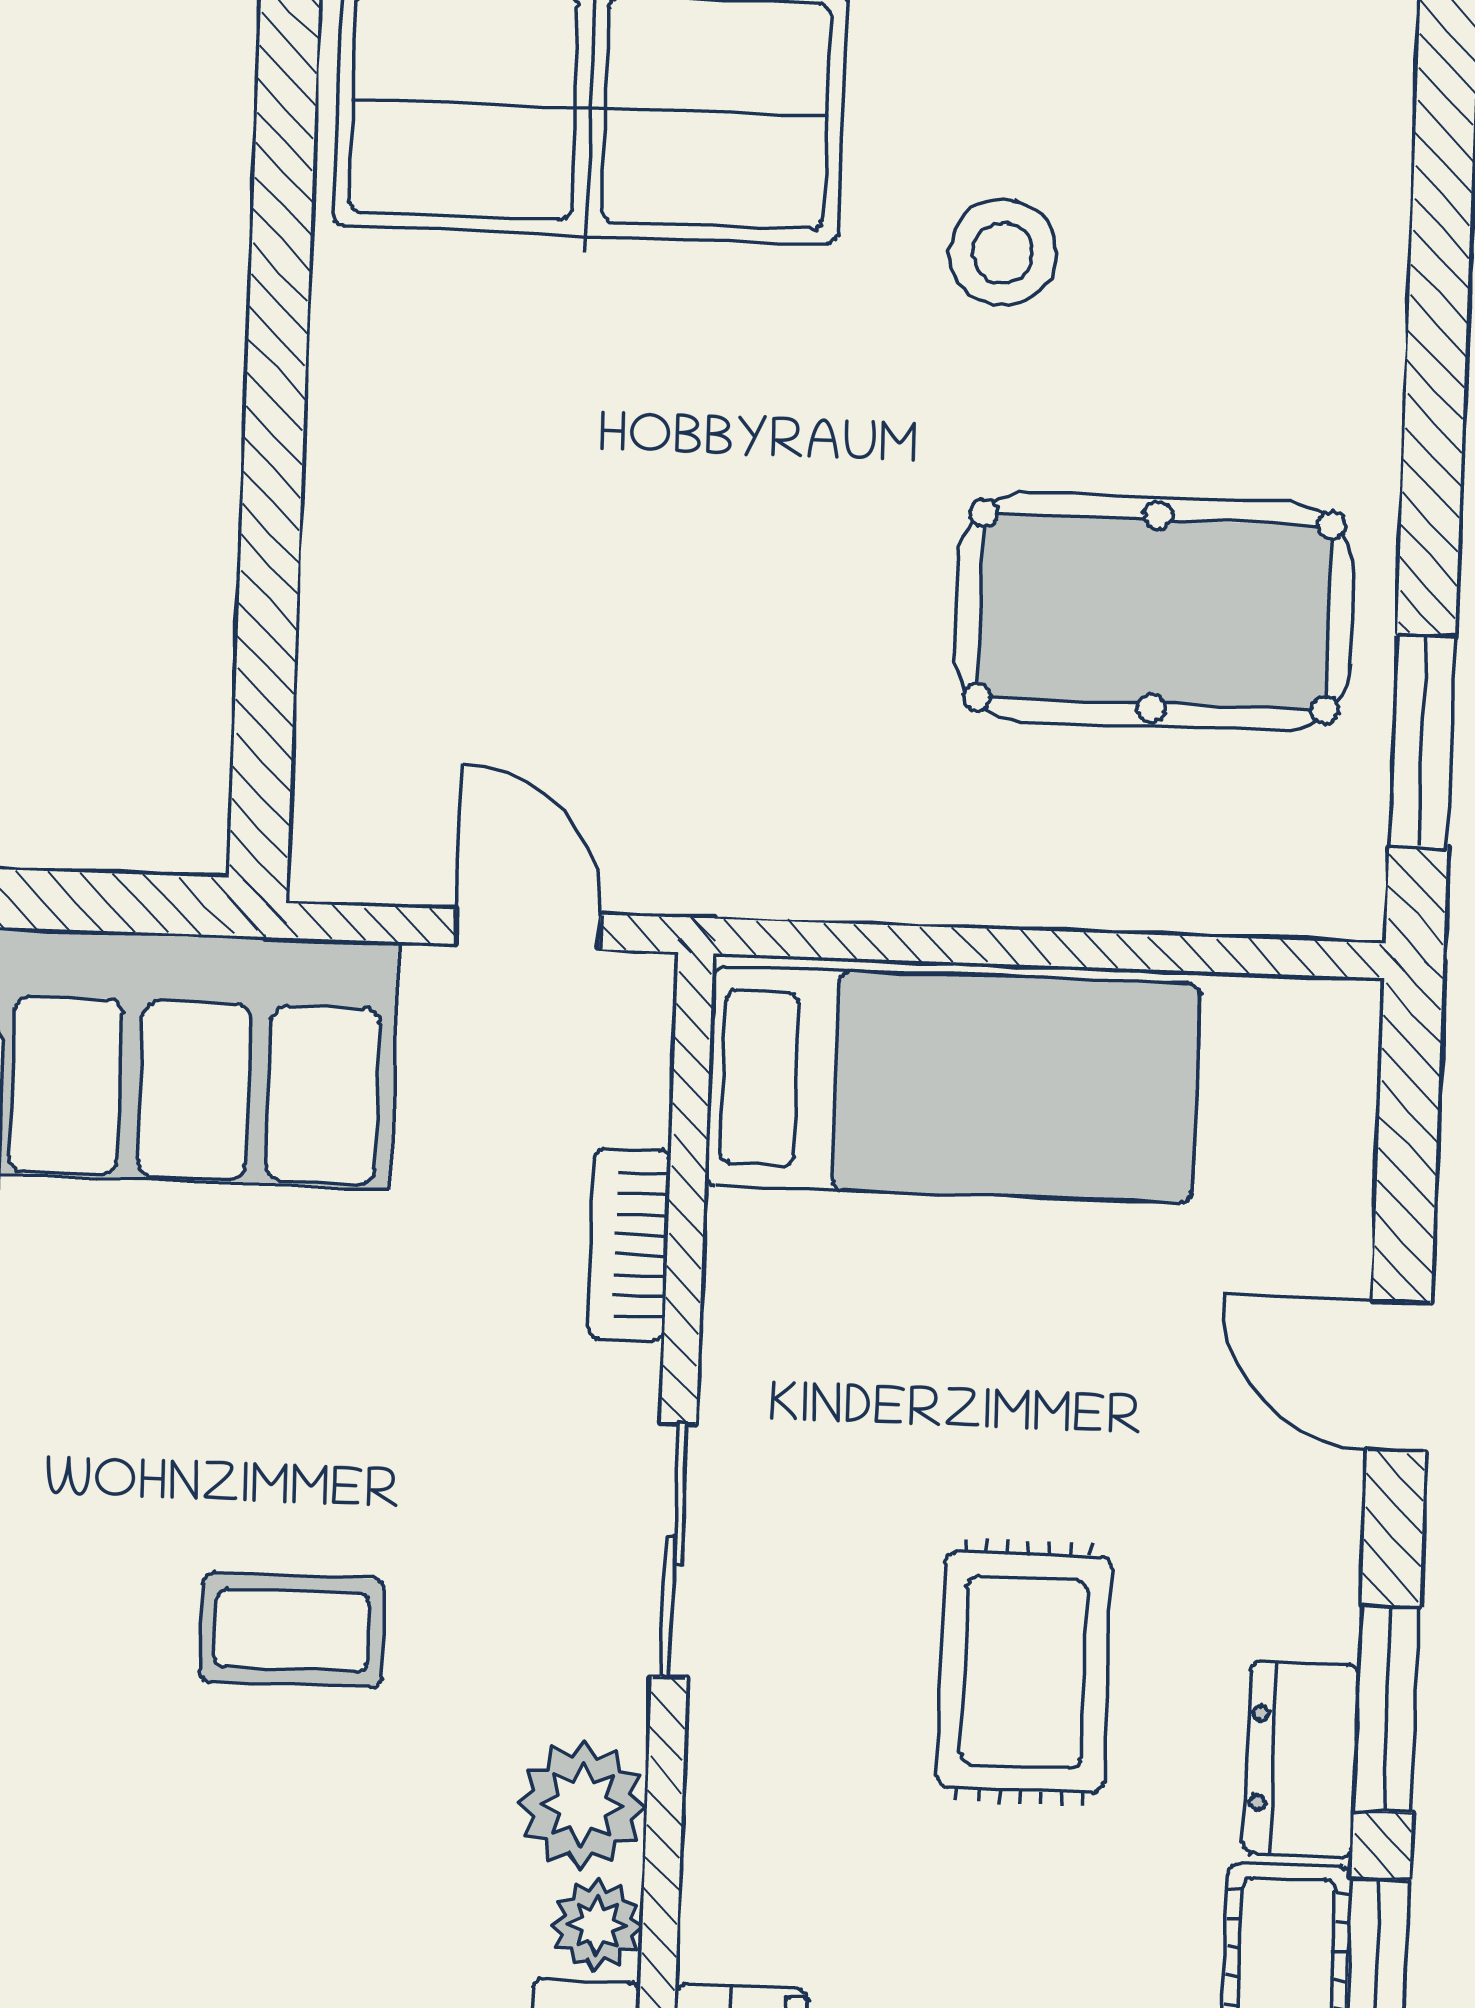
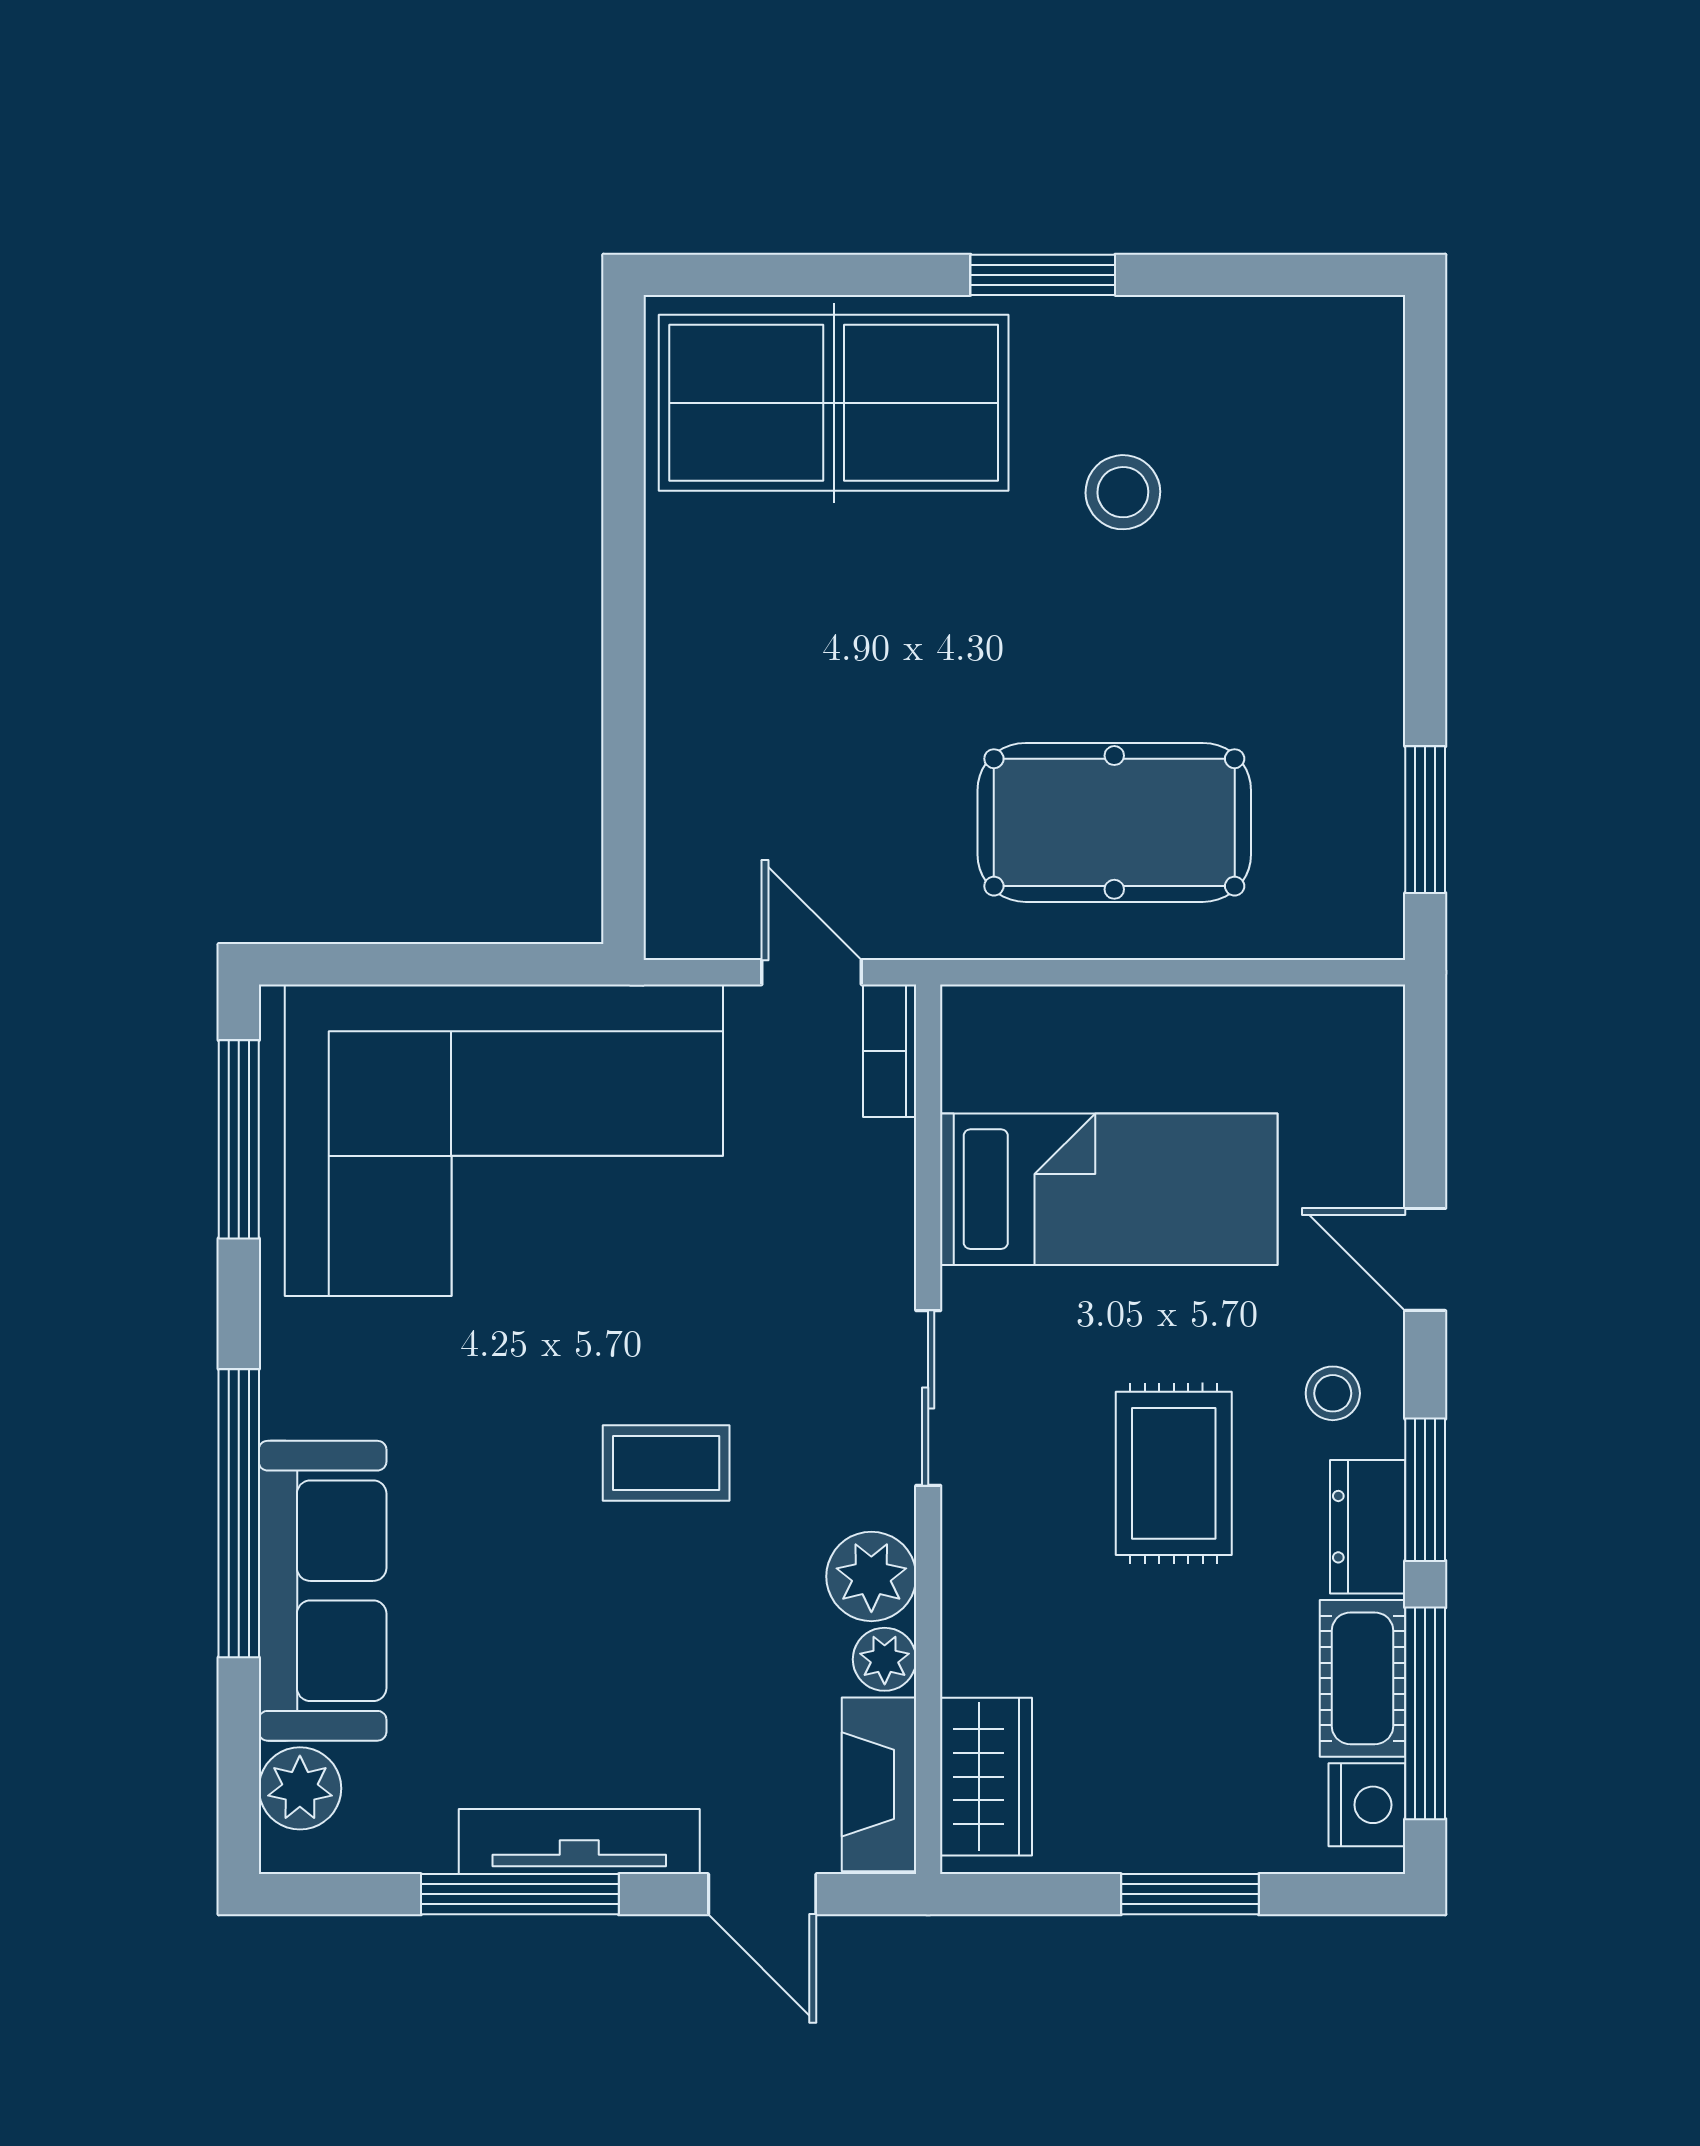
pool table: (1154, 611) -> (1114, 822), moved
bed: (952, 1085) -> (1109, 1189), moved
bookcase: (629, 1245) -> (890, 1051), moved
stool: (1258, 1565) -> (1333, 1393), added

